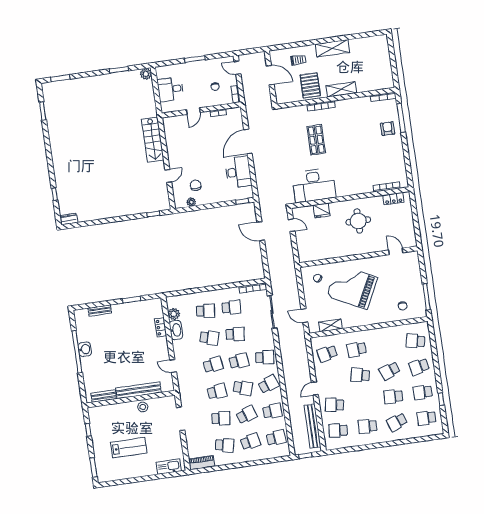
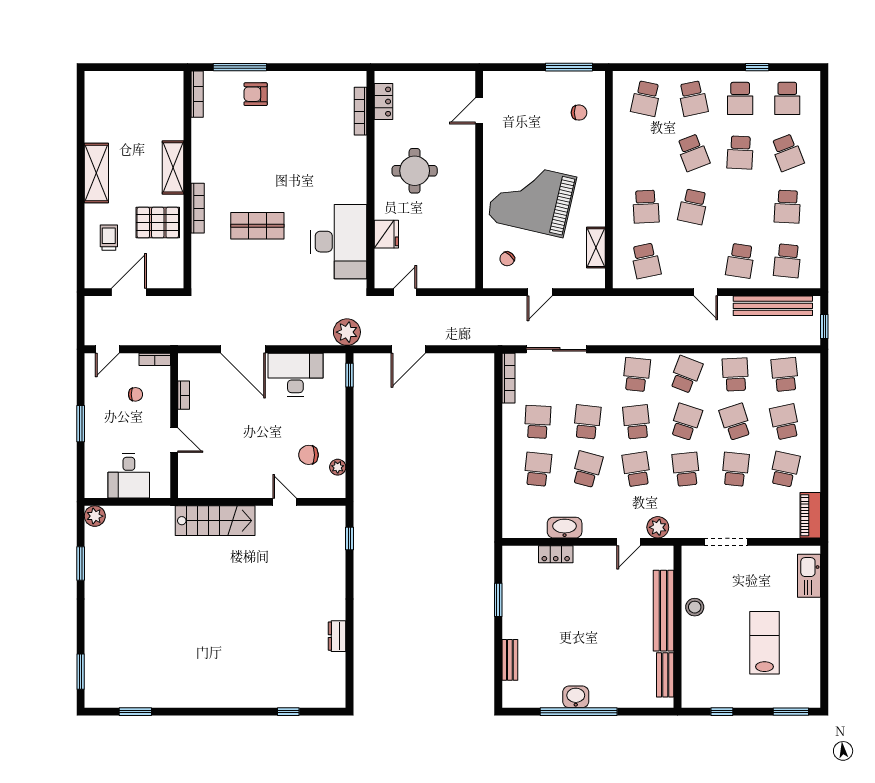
plant: (265, 197) -> (347, 332), added
dresser: (69, 219) -> (337, 636), moved
grand piano: (352, 287) -> (532, 199), turned 76
plant: (174, 314) -> (658, 527), moved
door: (304, 316) -> (540, 292), moved
school desk: (269, 384) -> (686, 374), turned 42

